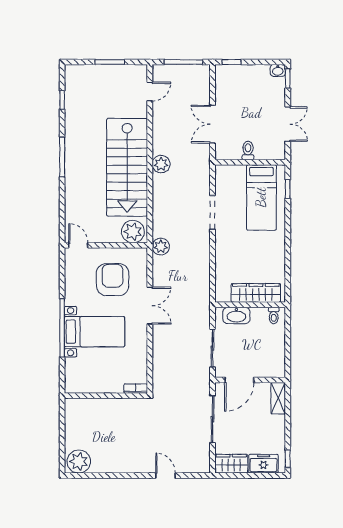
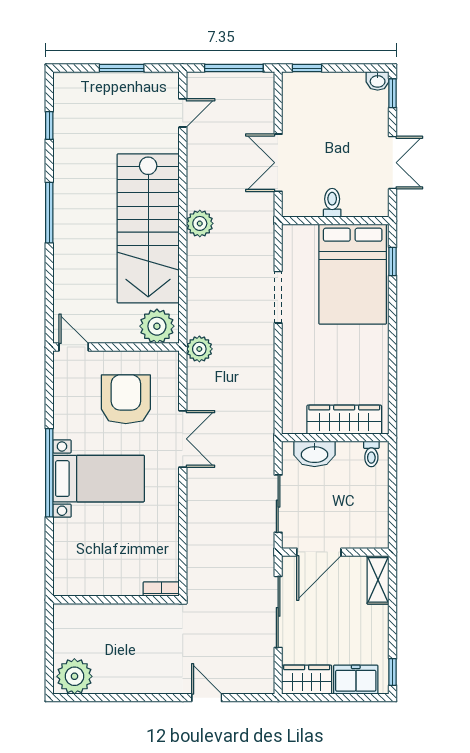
bed: (261, 197) -> (353, 274), width x1.50
bookcase: (136, 389) -> (161, 589), moved
wall: (106, 396) -> (116, 600), moved

